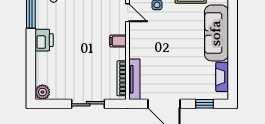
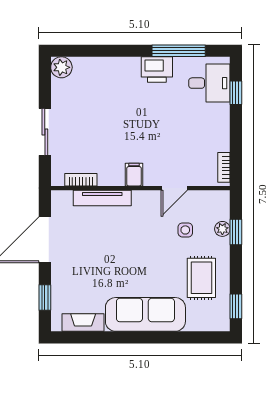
printer: (44, 40) -> (157, 70), moved
bookcase: (122, 78) -> (81, 180), width x0.64
tv unit: (134, 79) -> (102, 198), moved

